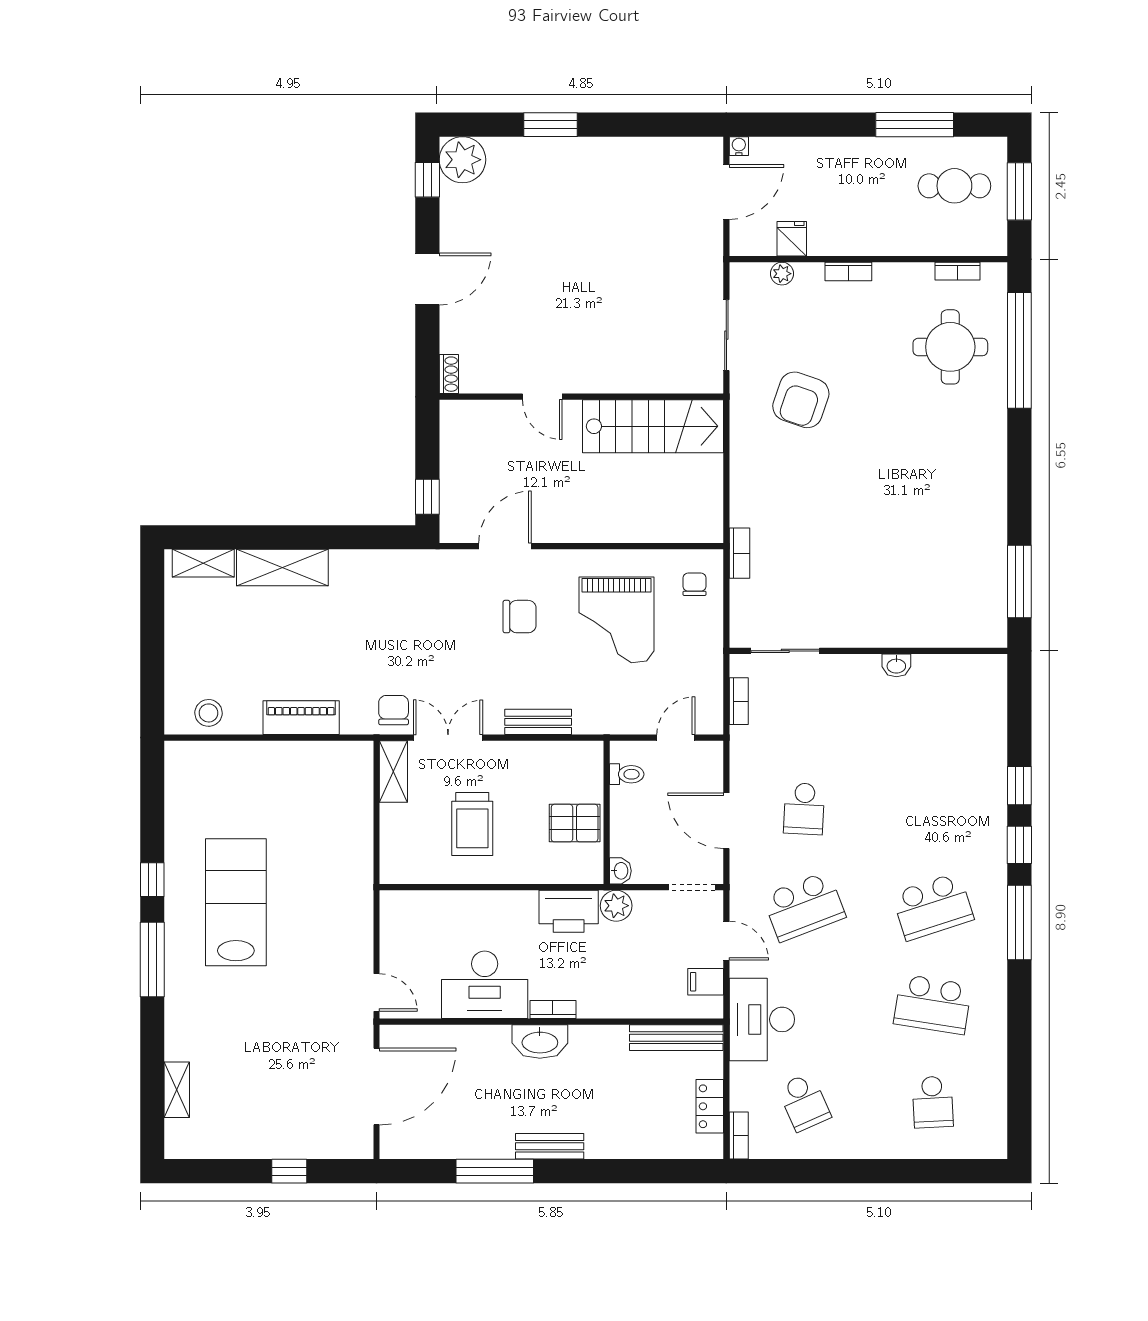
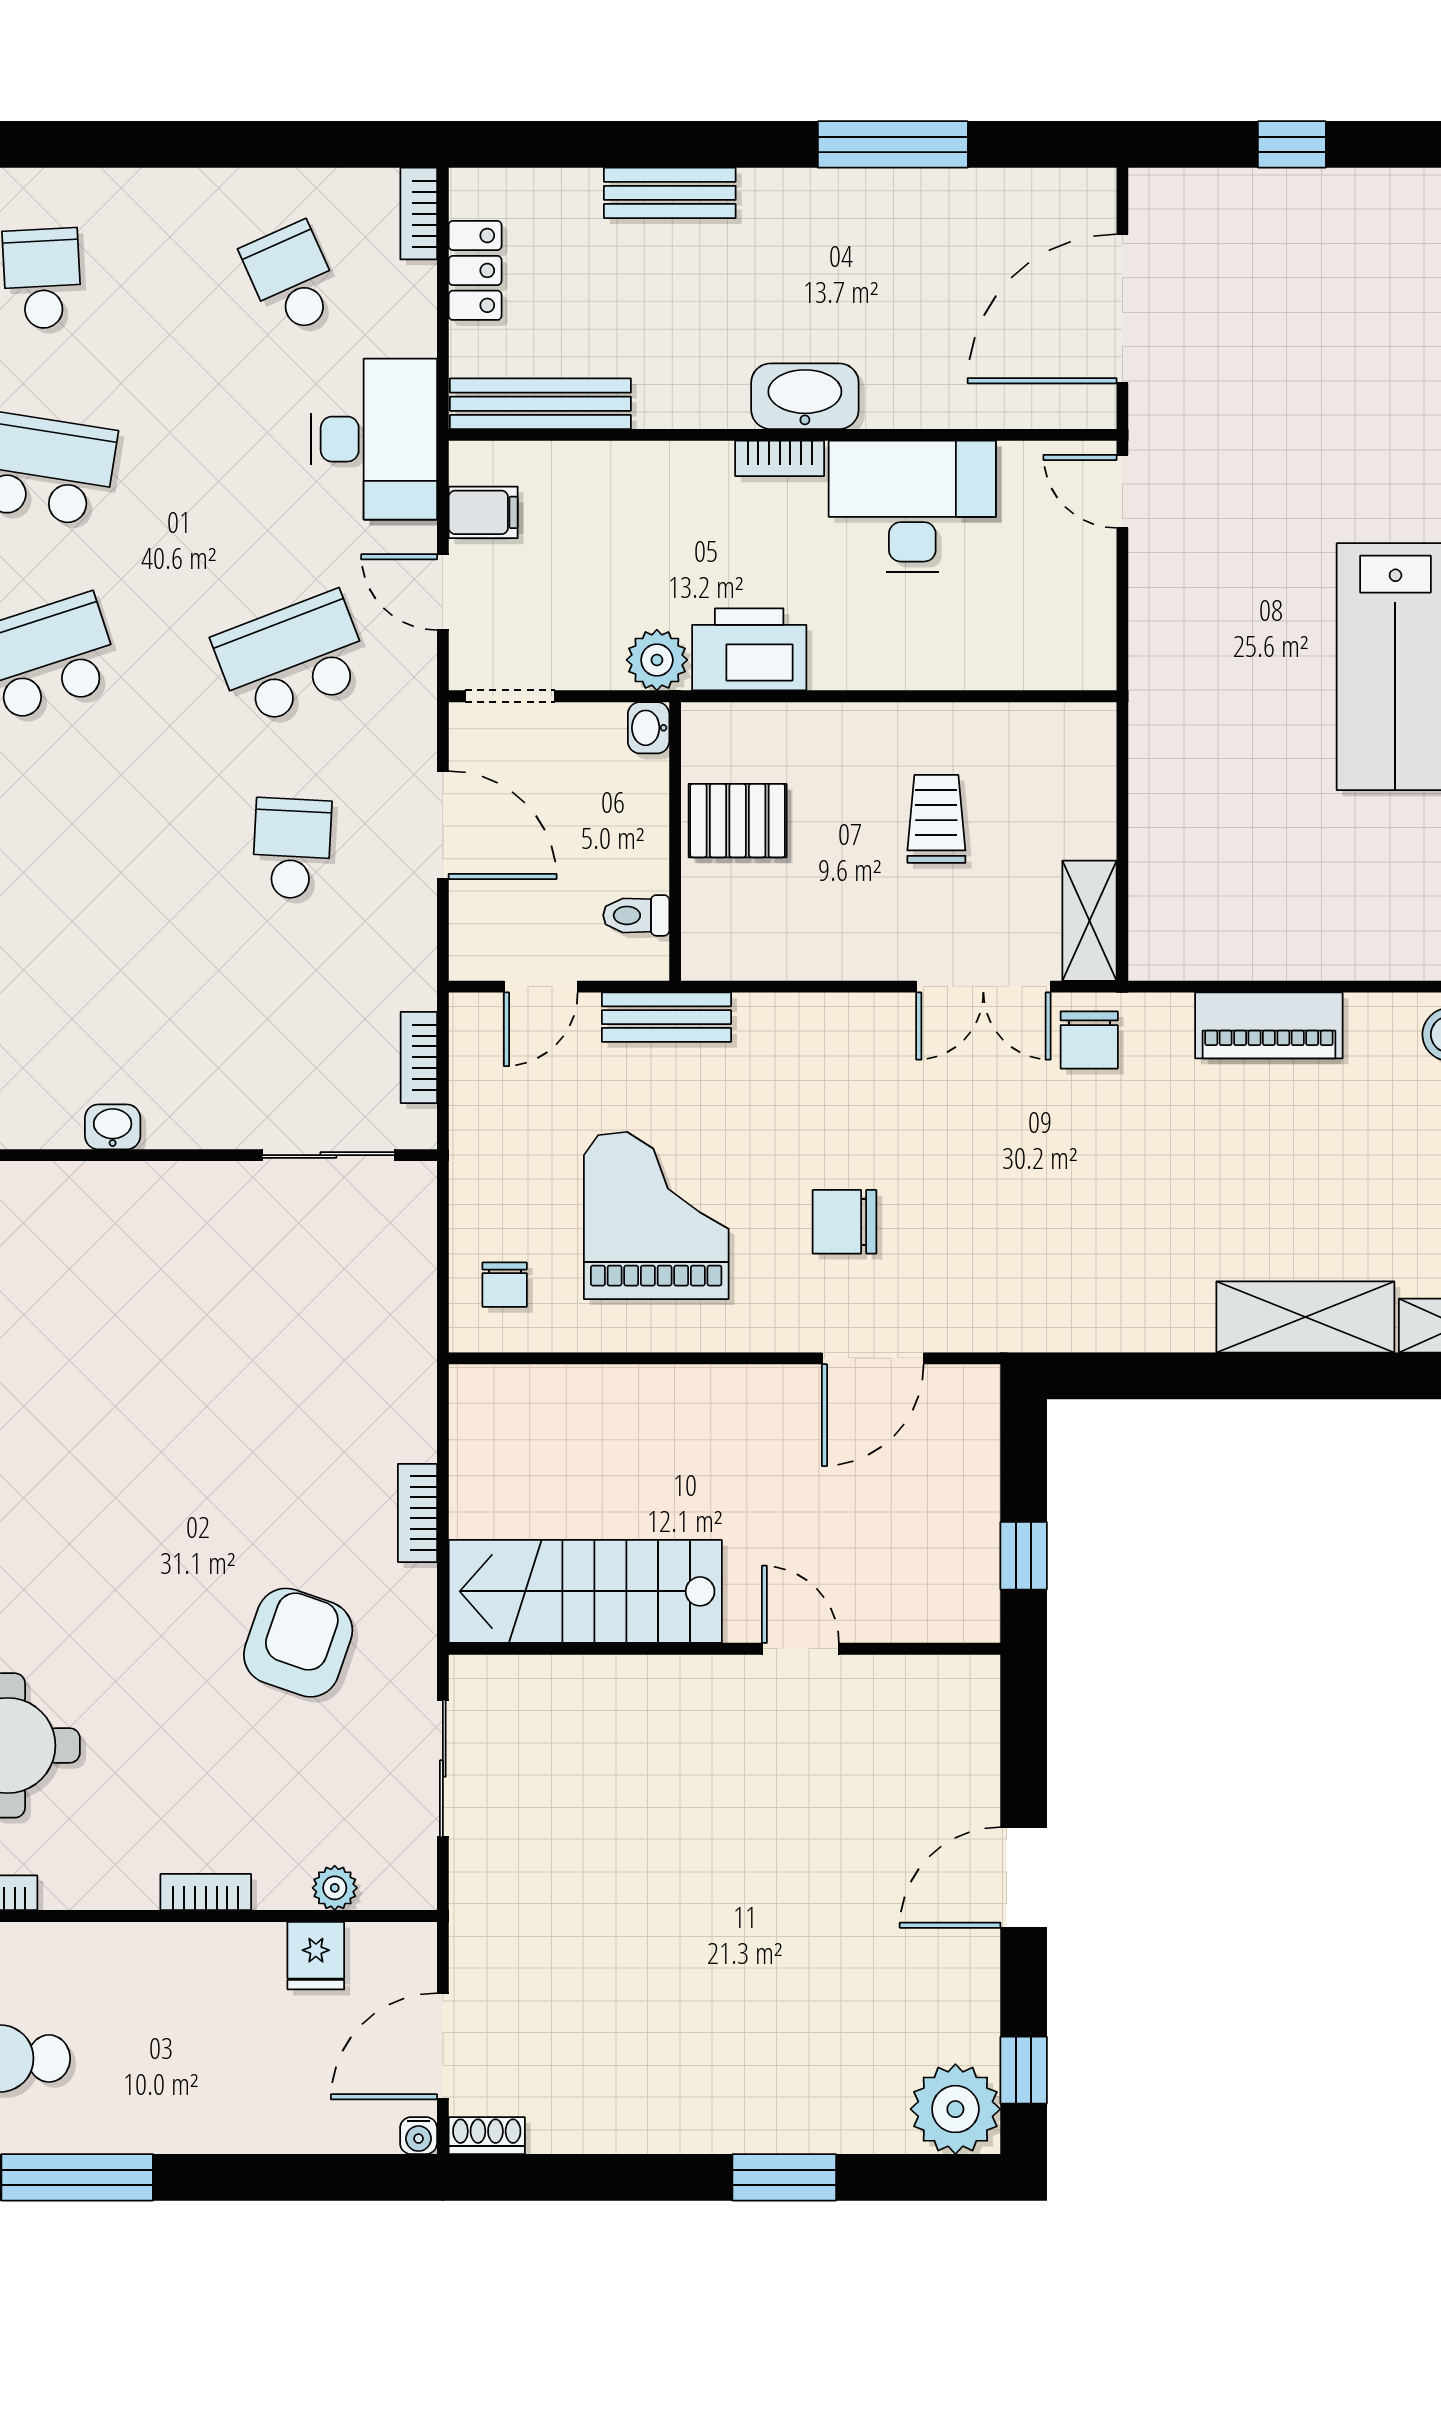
shoe rack: (449, 374) -> (487, 2136), moved, turned 90
window: (427, 497) -> (1024, 1556), moved
bookcase: (739, 553) -> (417, 1513), moved
bench: (538, 722) -> (666, 1017), moved
trolley: (472, 824) -> (936, 819), width x0.73, depth x0.72
bench: (550, 1146) -> (670, 193), moved

